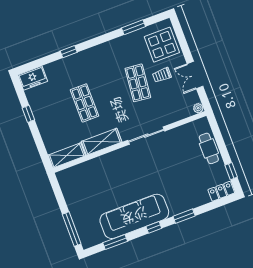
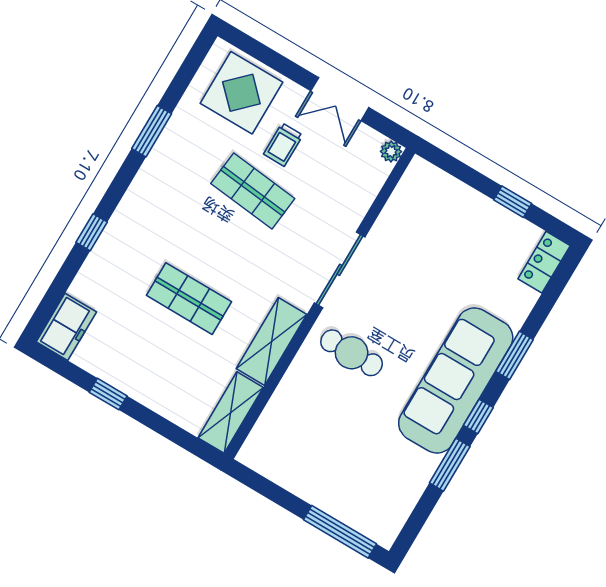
window: (133, 27) -> (152, 131), moved
cafe table: (209, 148) -> (352, 353), moved
window: (231, 171) -> (513, 202), moved
sofa: (134, 216) -> (456, 380), moved
window: (115, 242) -> (450, 465), moved

